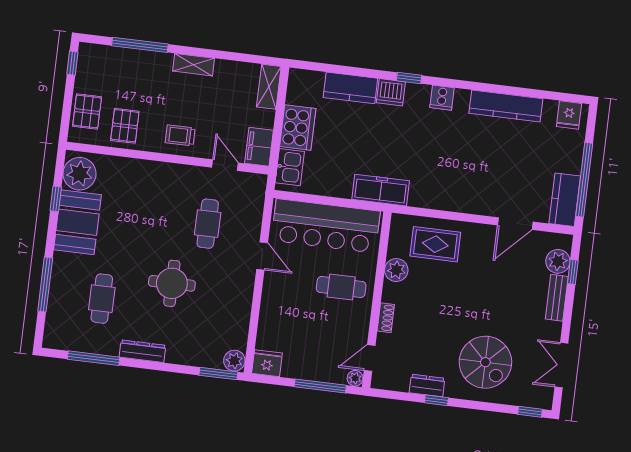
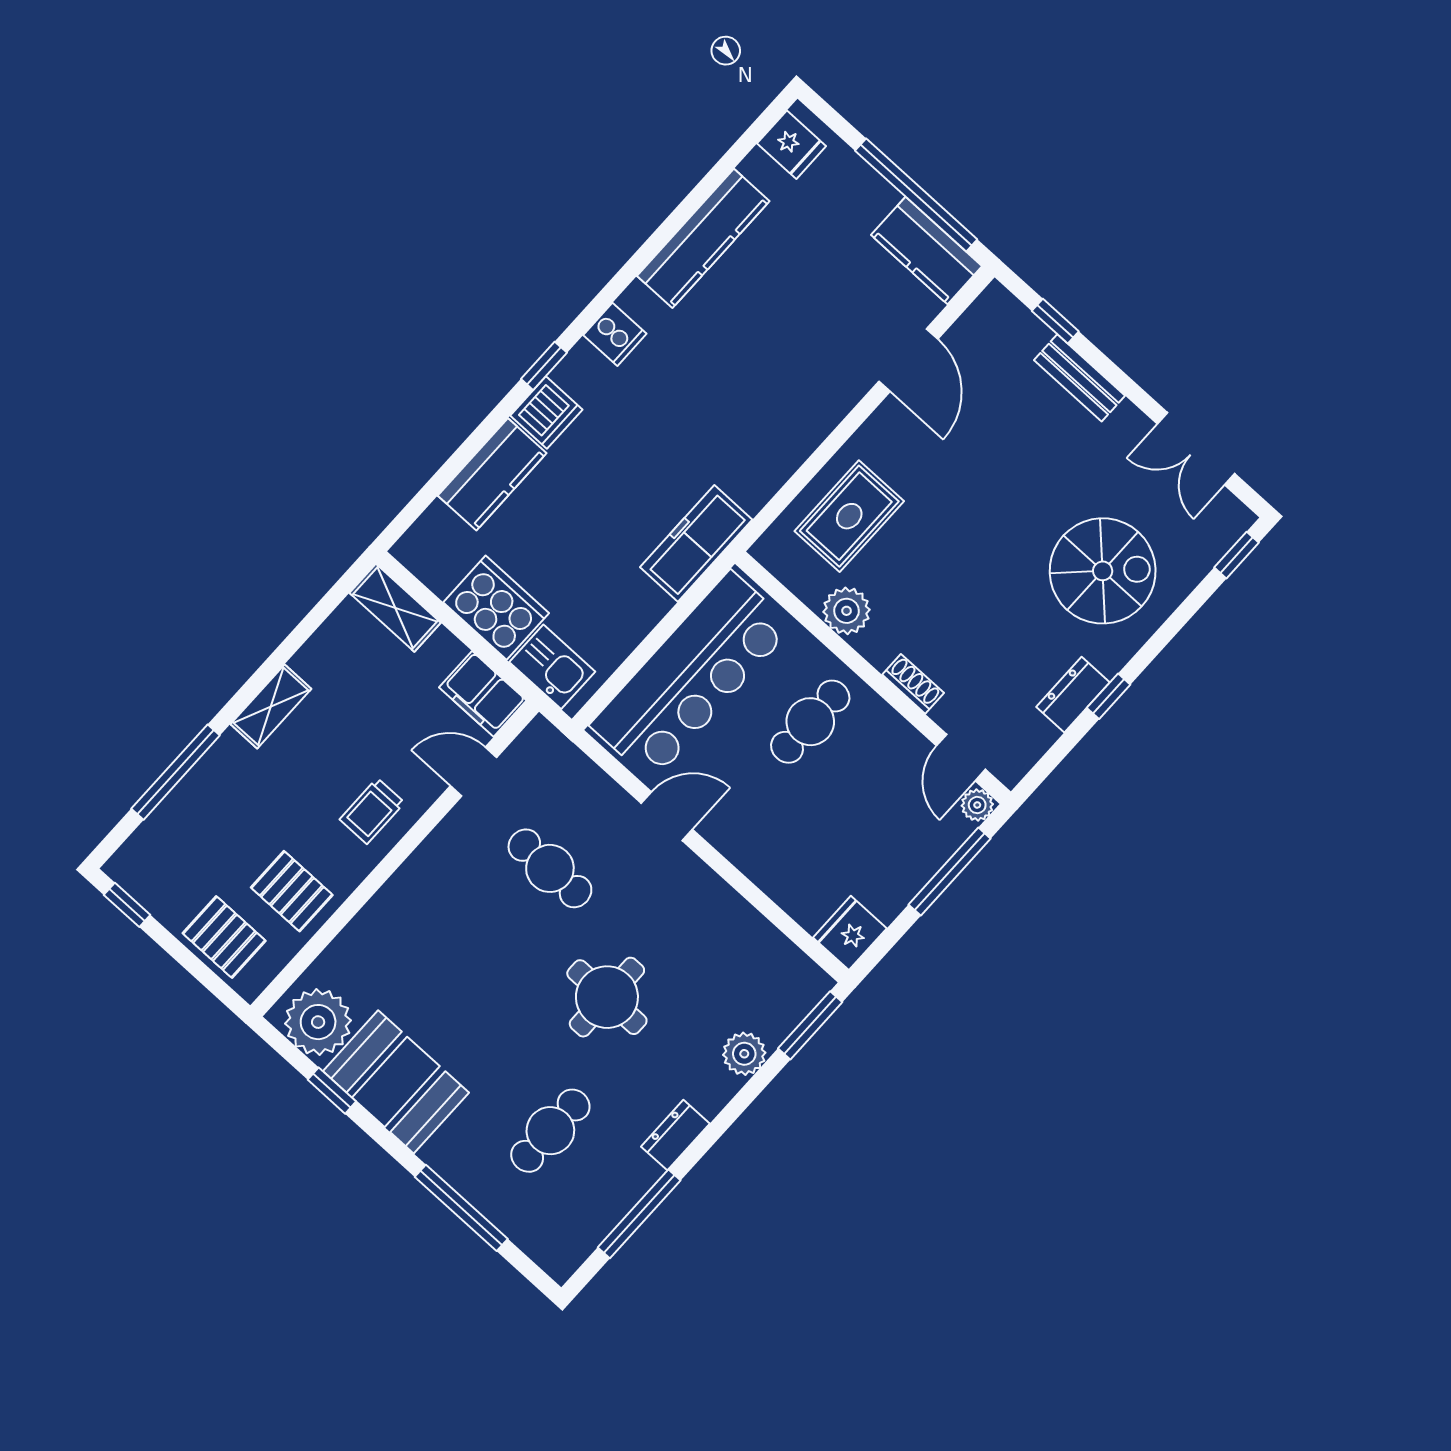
plant: (558, 261) -> (1020, 334), removed
cafe table: (102, 299) -> (550, 1131), turned 90
dresser: (142, 351) -> (675, 1135), width x0.70
plant: (234, 361) -> (744, 1054), moved

